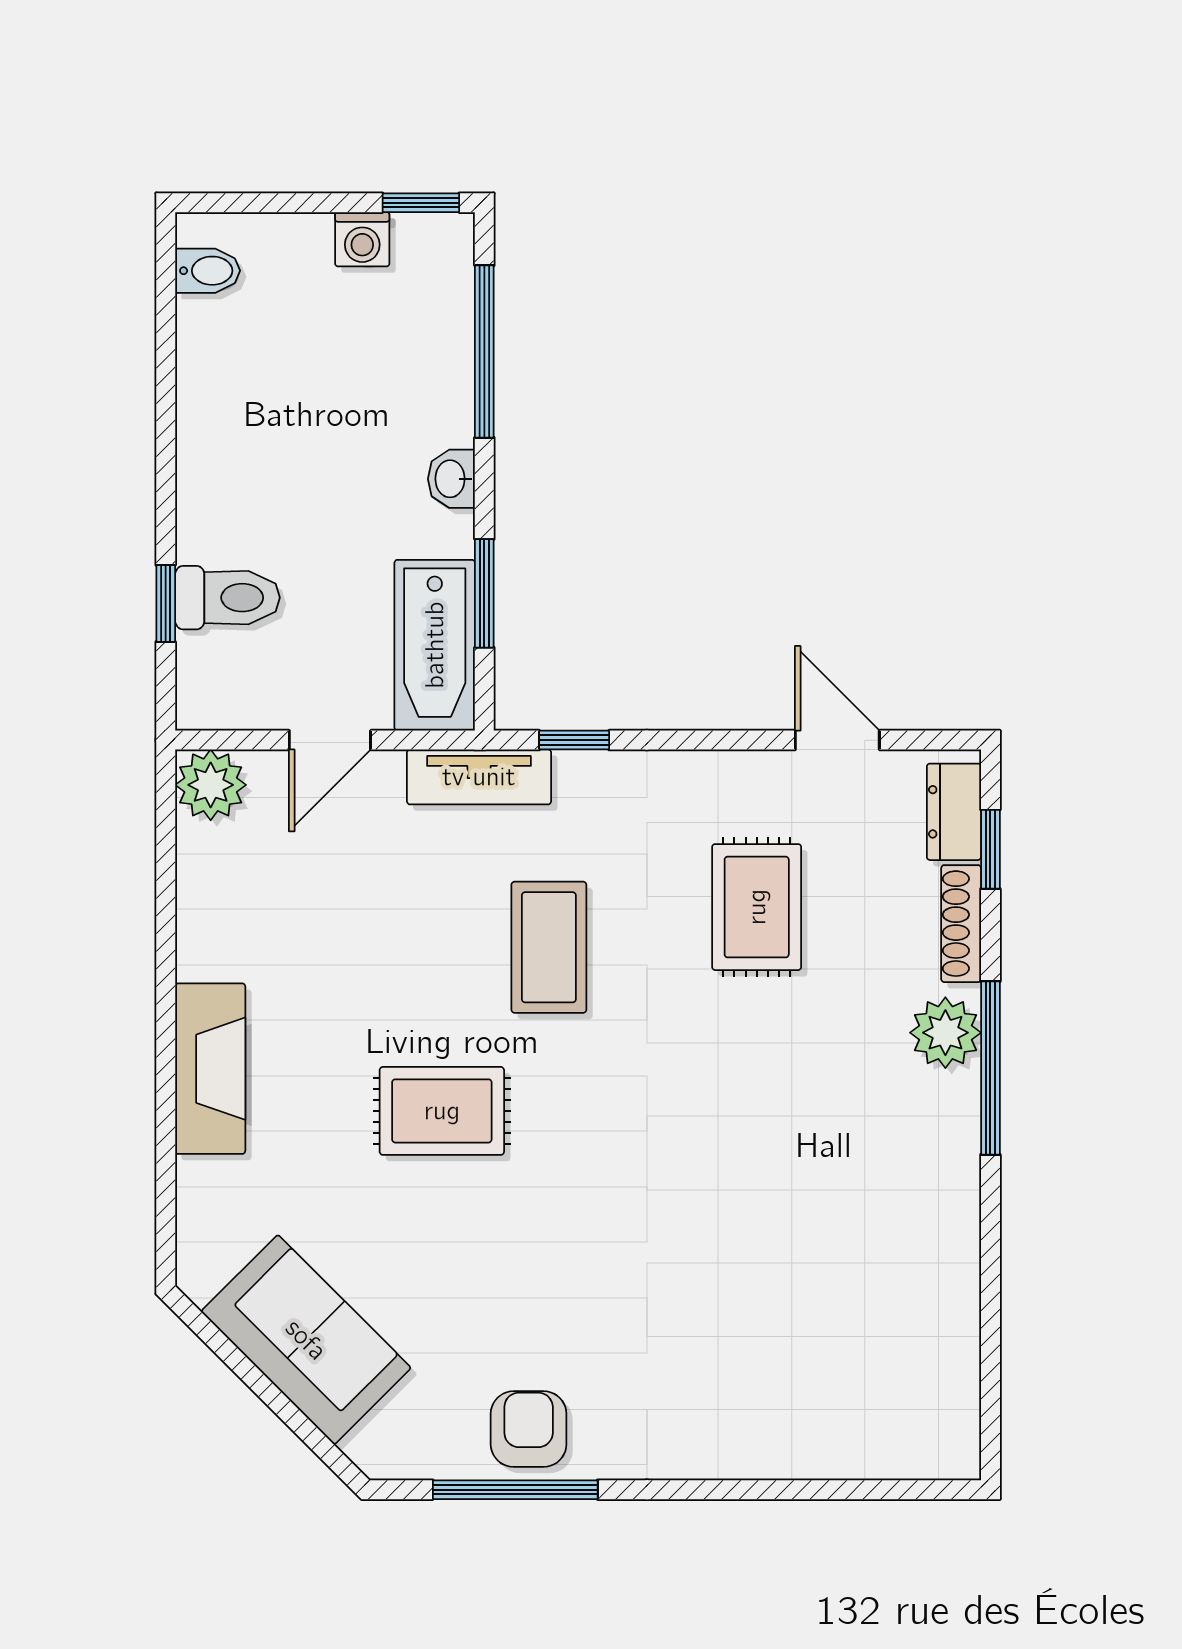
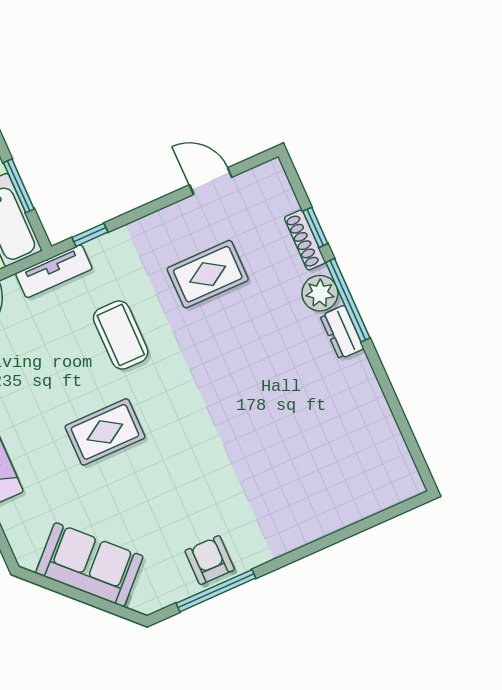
dresser: (954, 812) -> (342, 332), moved
window: (990, 849) -> (315, 227), moved
rug: (757, 907) -> (208, 274), turned 90

